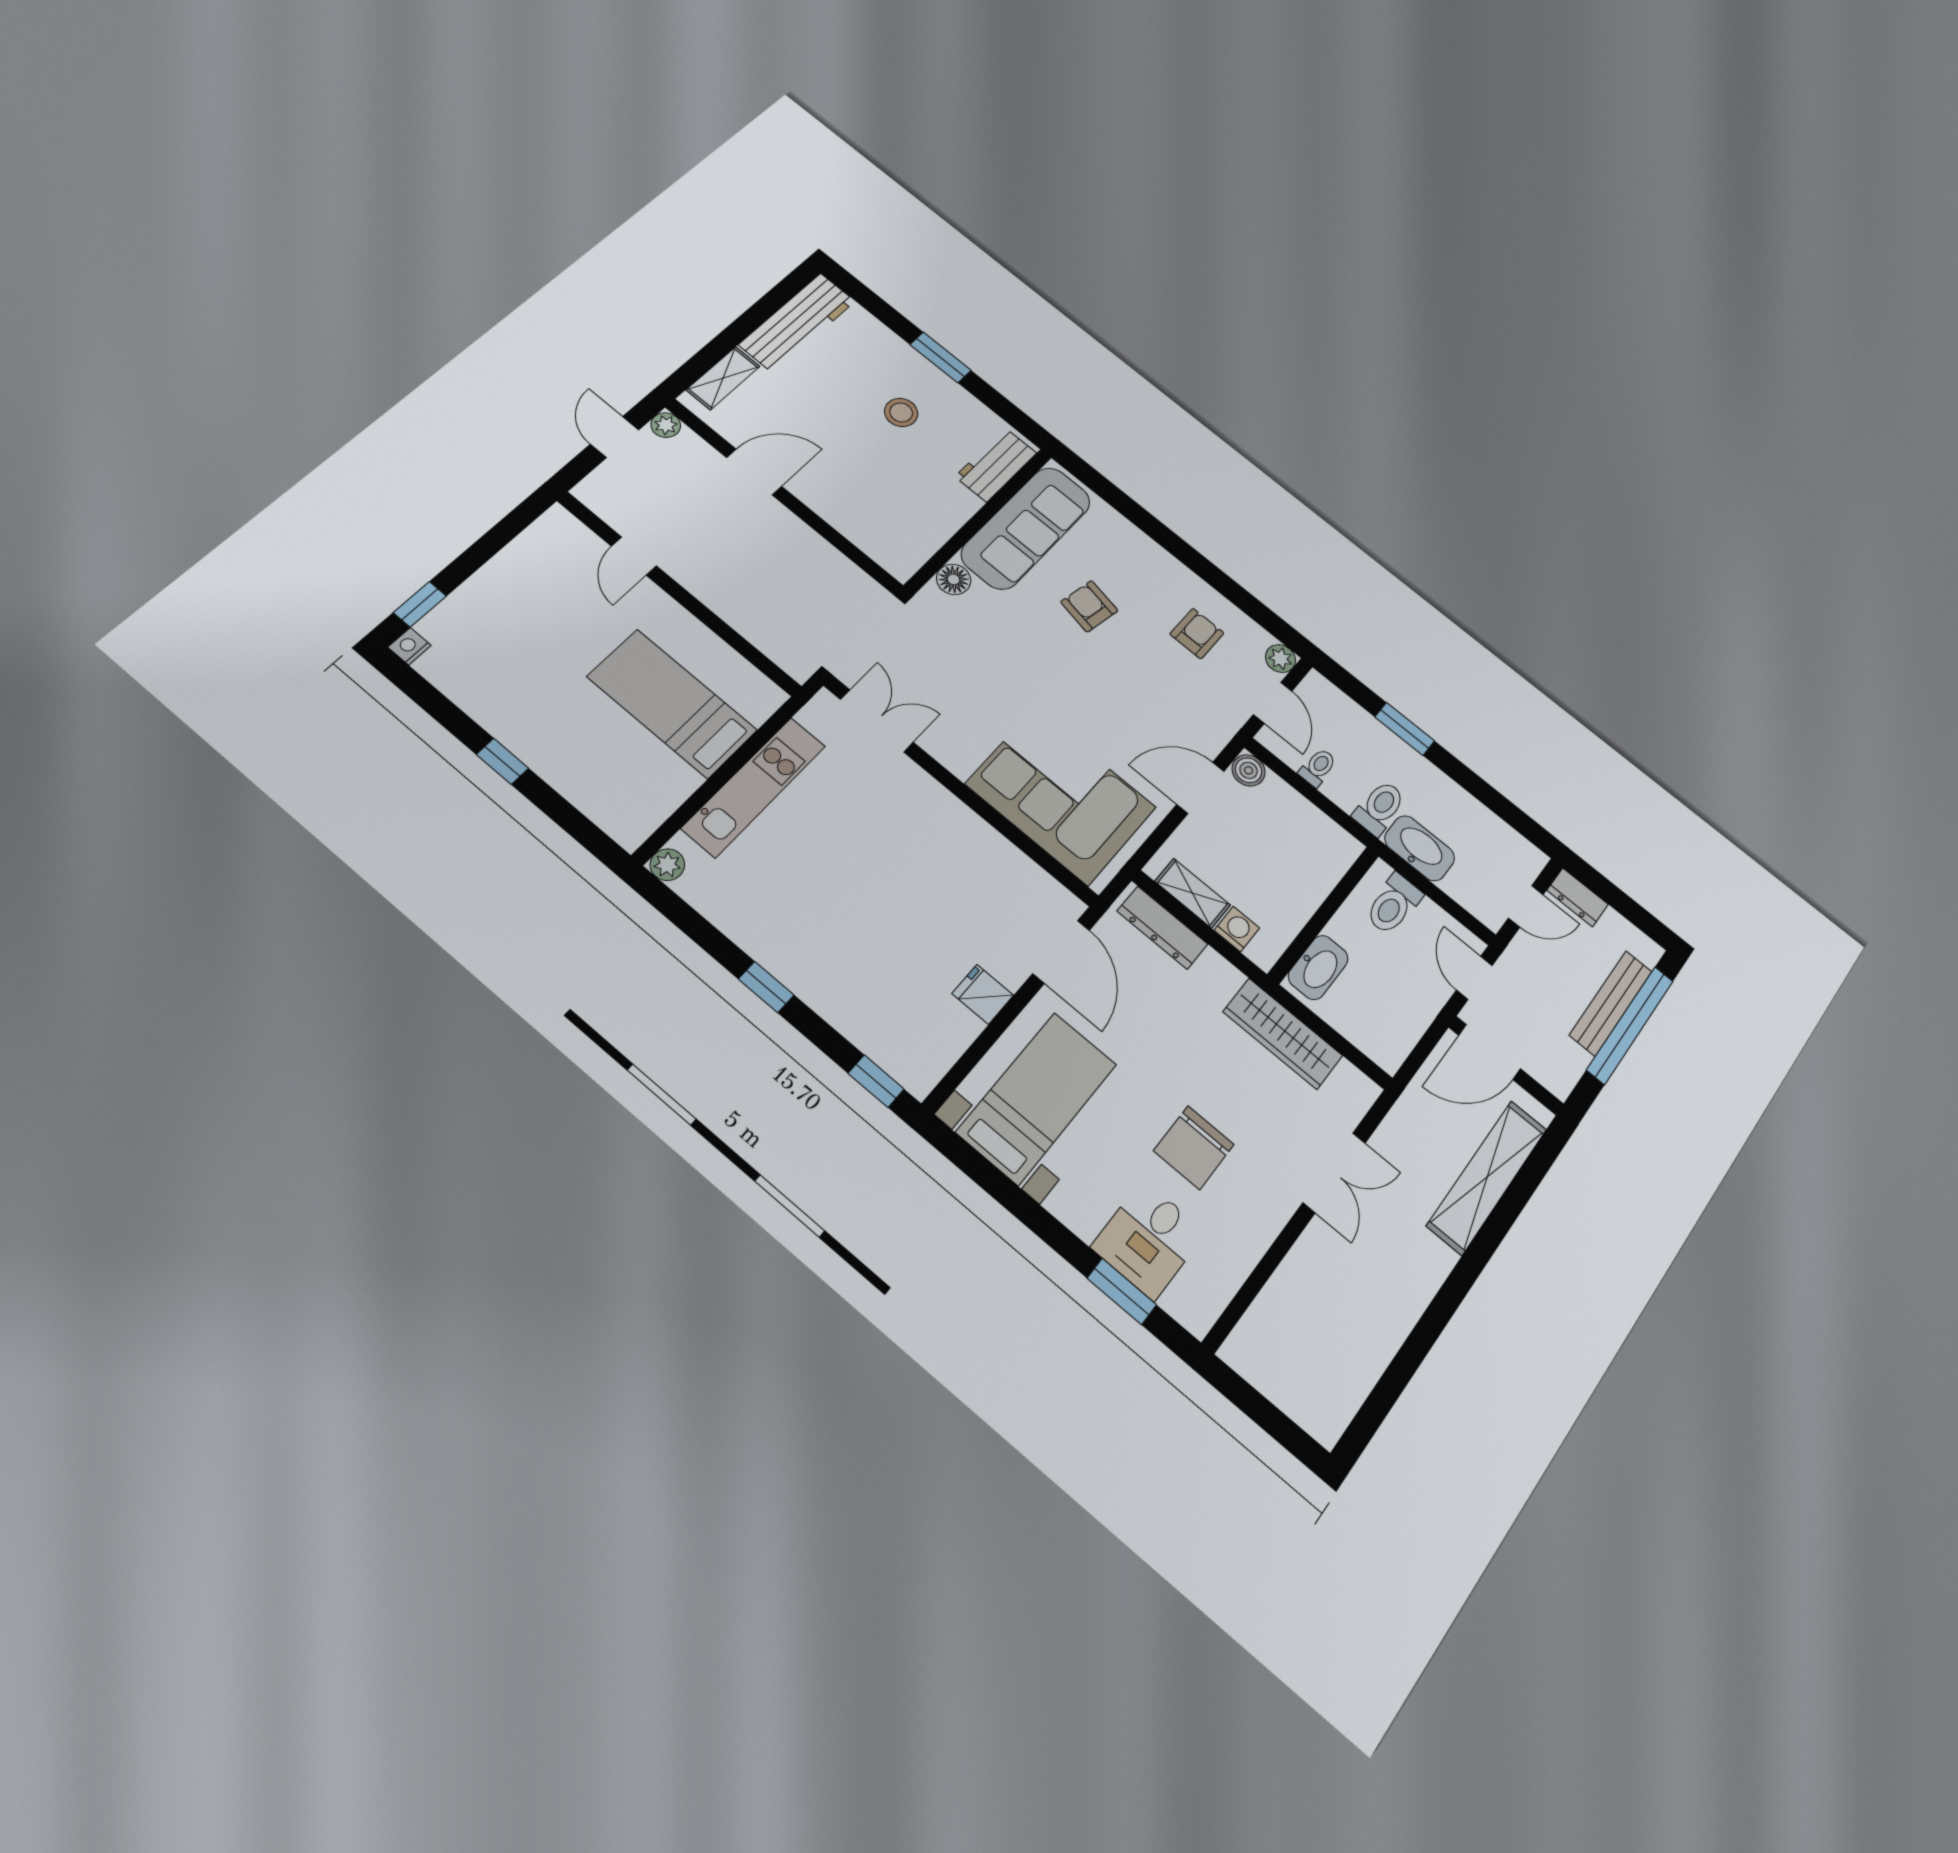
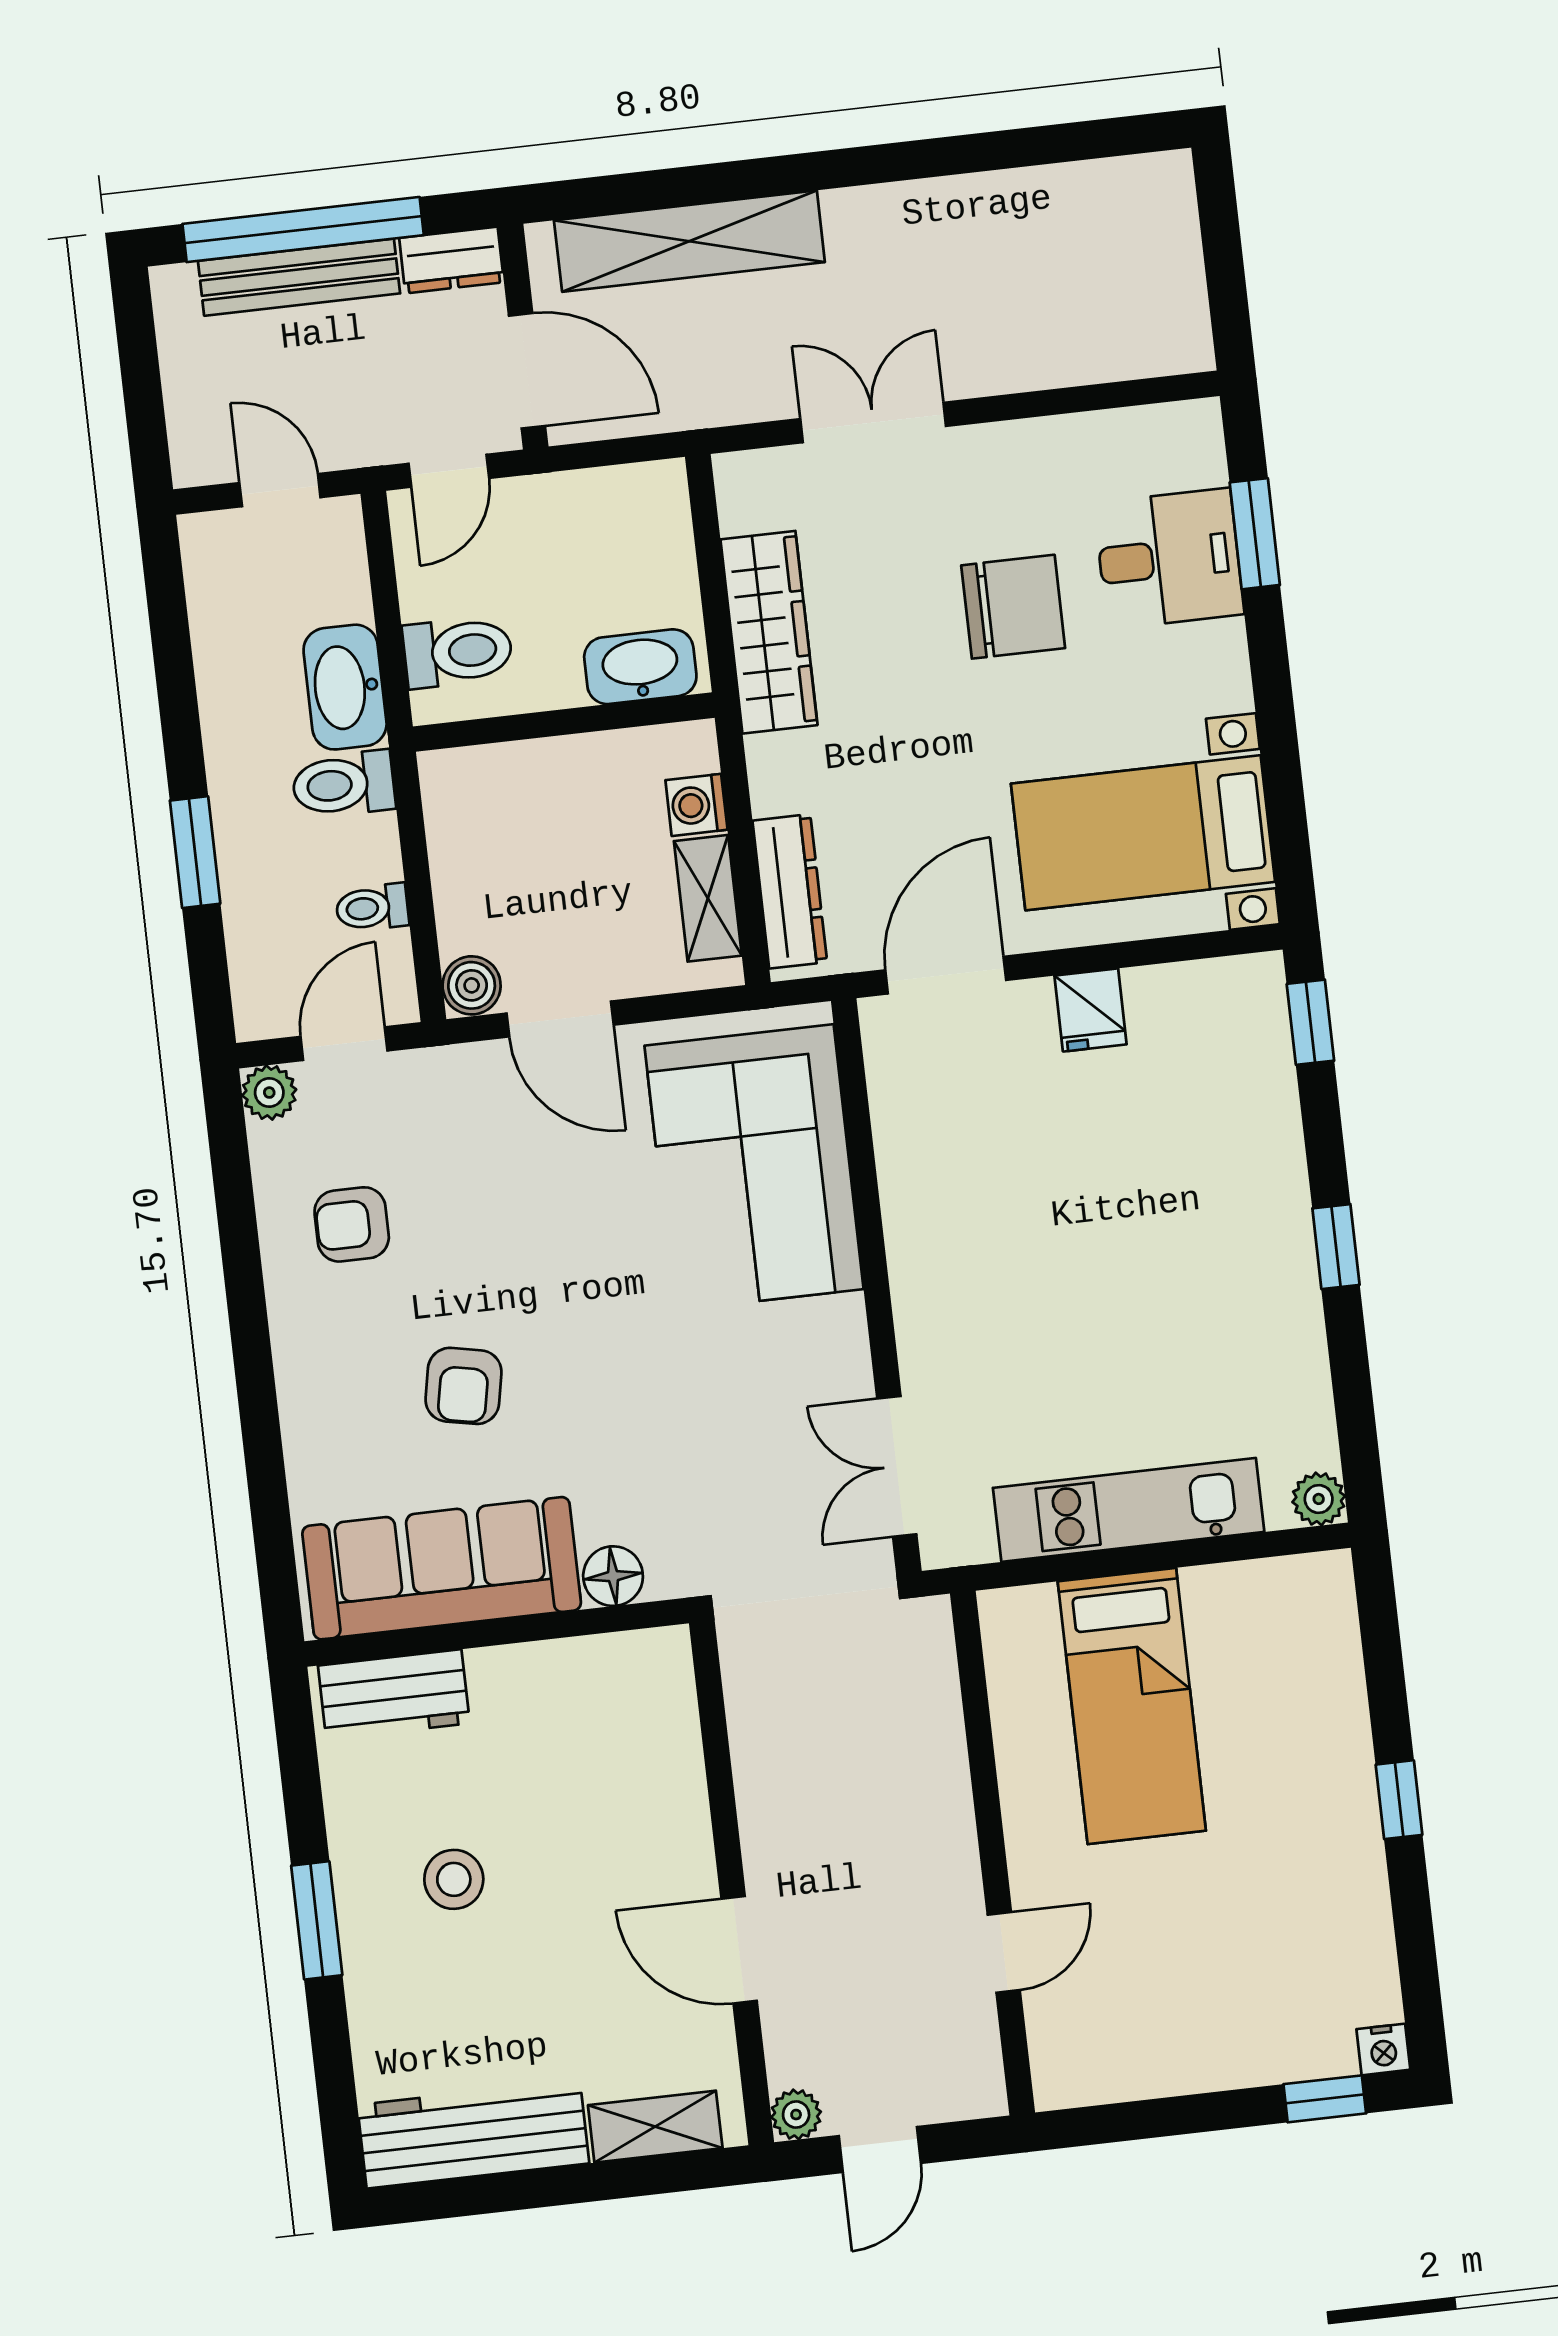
dresser: (1578, 897) -> (452, 260), moved, turned 90

